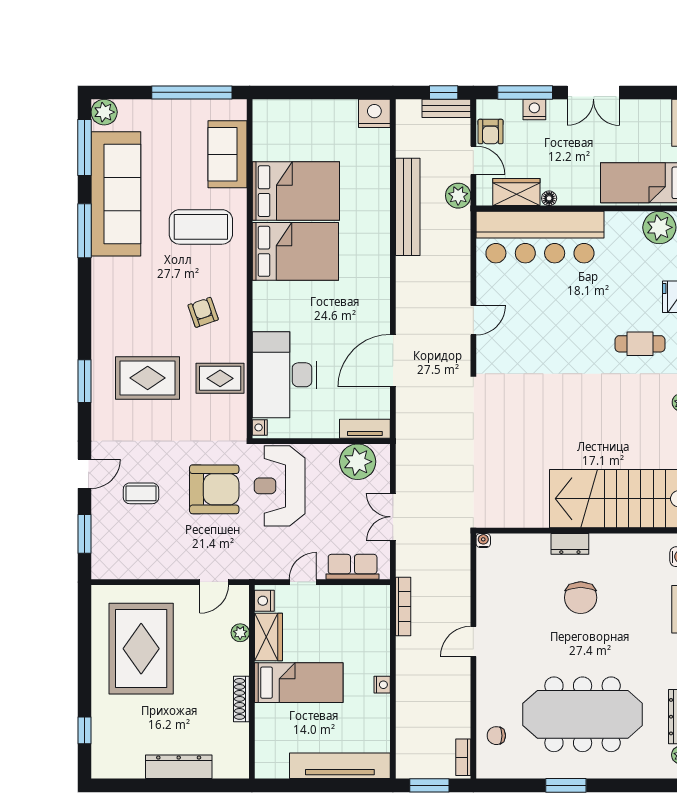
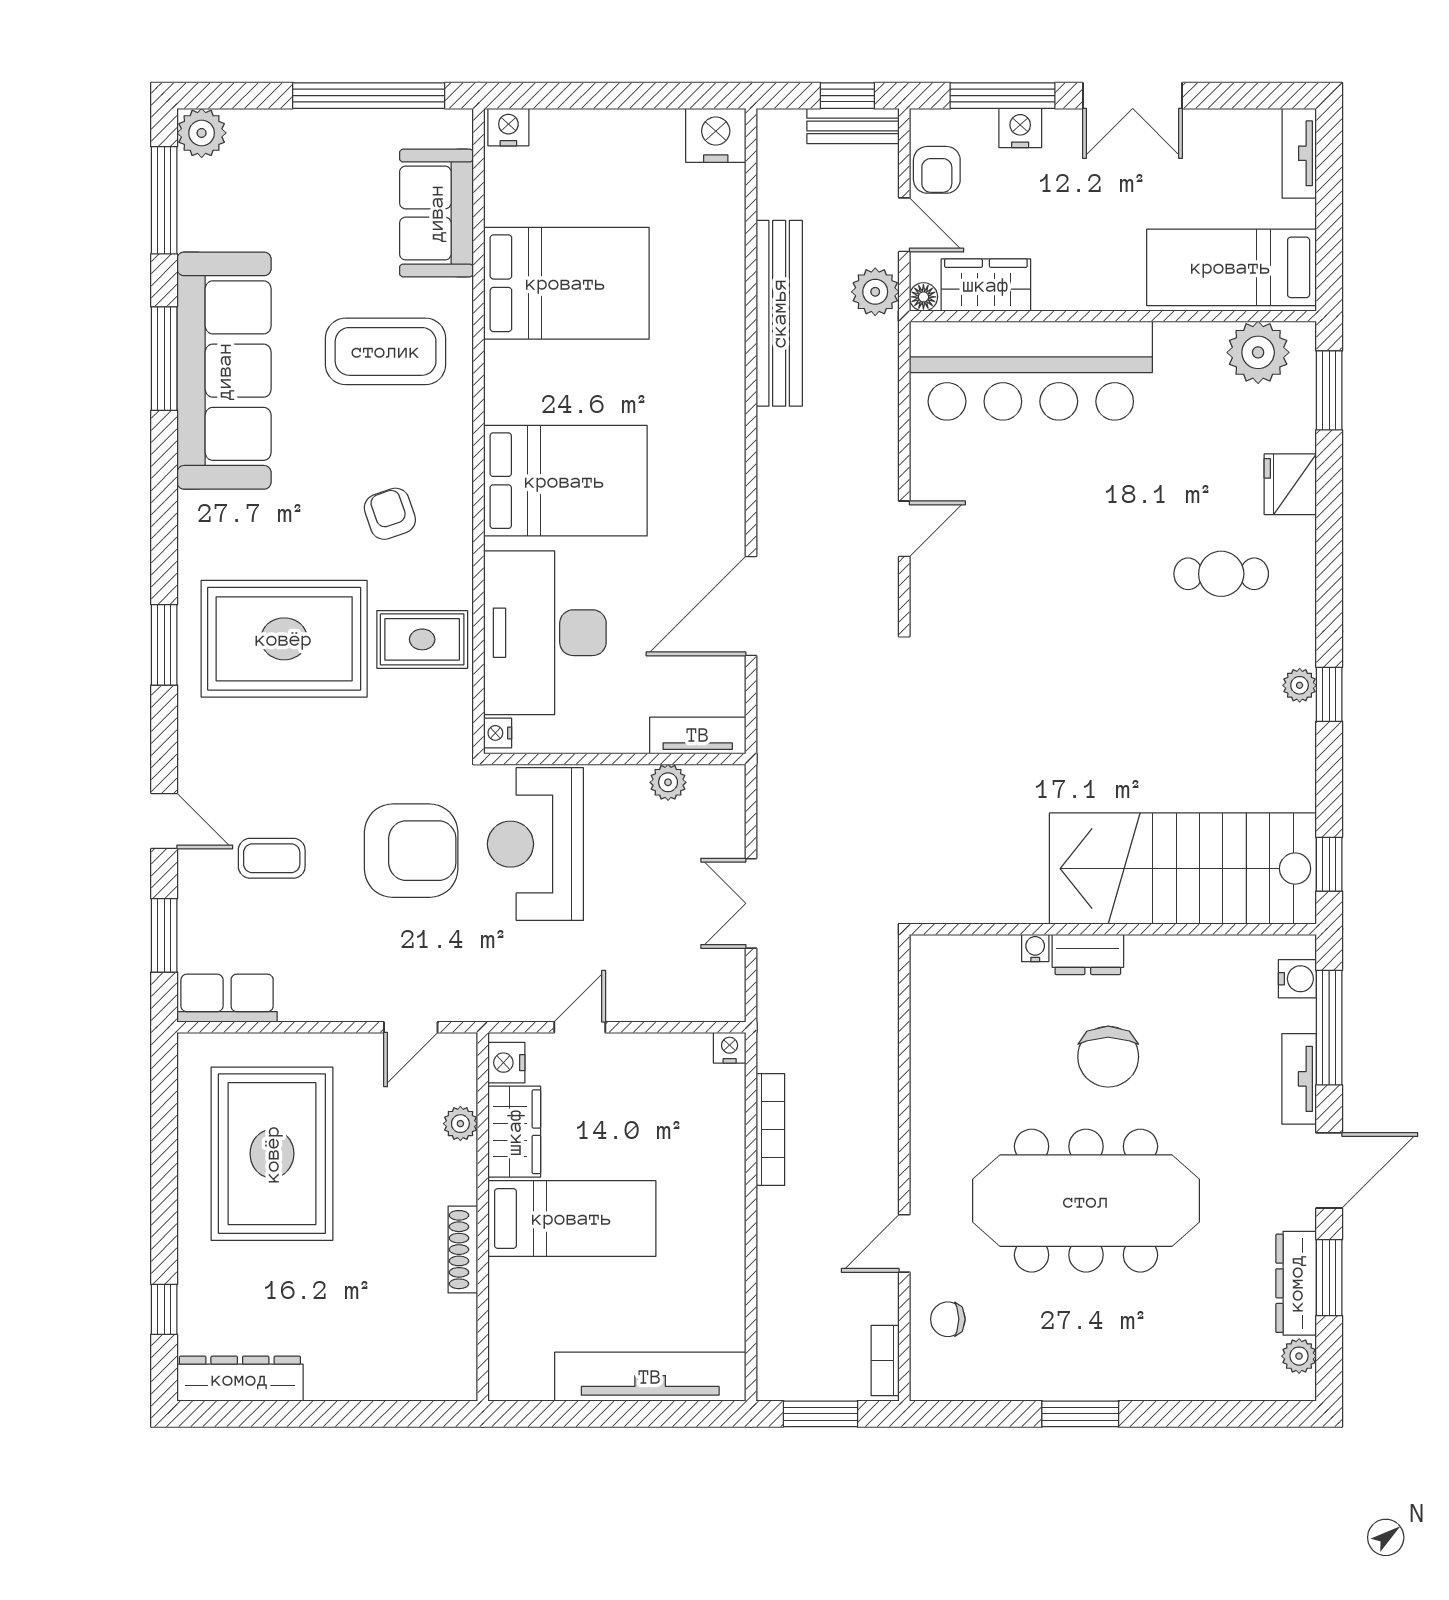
nightstand: (265, 109) -> (508, 127), added
sofa: (116, 194) -> (224, 371), moved
floor lamp: (549, 198) -> (923, 297), moved
bed: (295, 251) -> (565, 481), moved
rug: (148, 378) -> (284, 639), width x1.37, depth x1.44
plant: (358, 462) -> (668, 782), width x0.53, depth x0.53
door: (84, 474) -> (164, 821), hinge flipped
water cooler: (483, 540) -> (1035, 948), moved
row of seats: (353, 567) -> (227, 998), moved
bookcase: (403, 606) -> (770, 1130), moved
door: (473, 641) -> (904, 1243), moved
nightstand: (382, 685) -> (730, 1048), moved, turned -90
meeting table: (583, 714) -> (1086, 1201), moved
dresser: (179, 767) -> (240, 1379), moved

